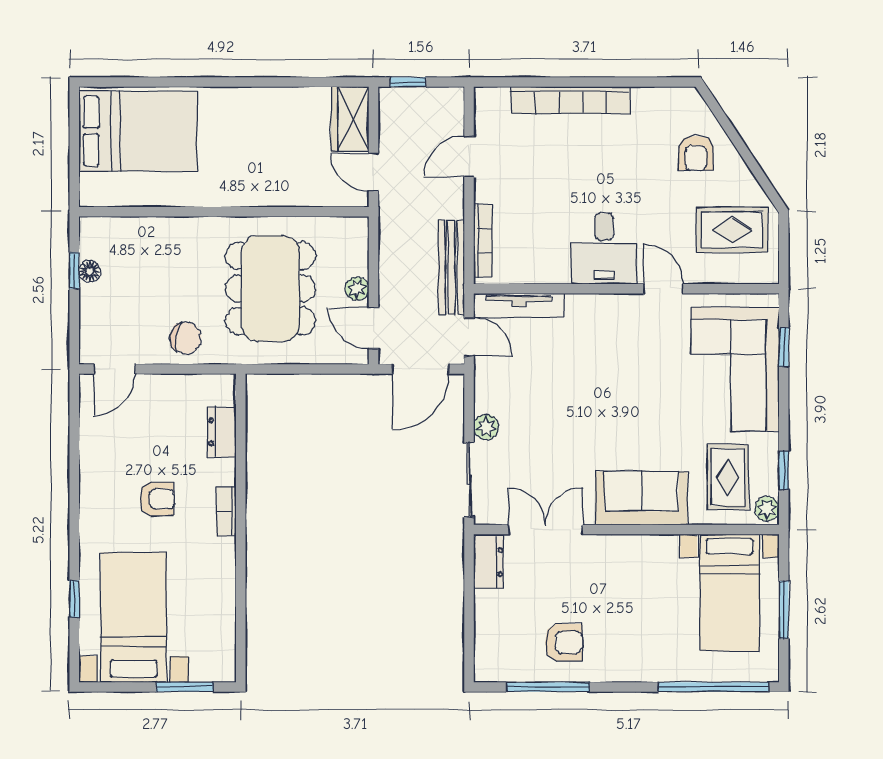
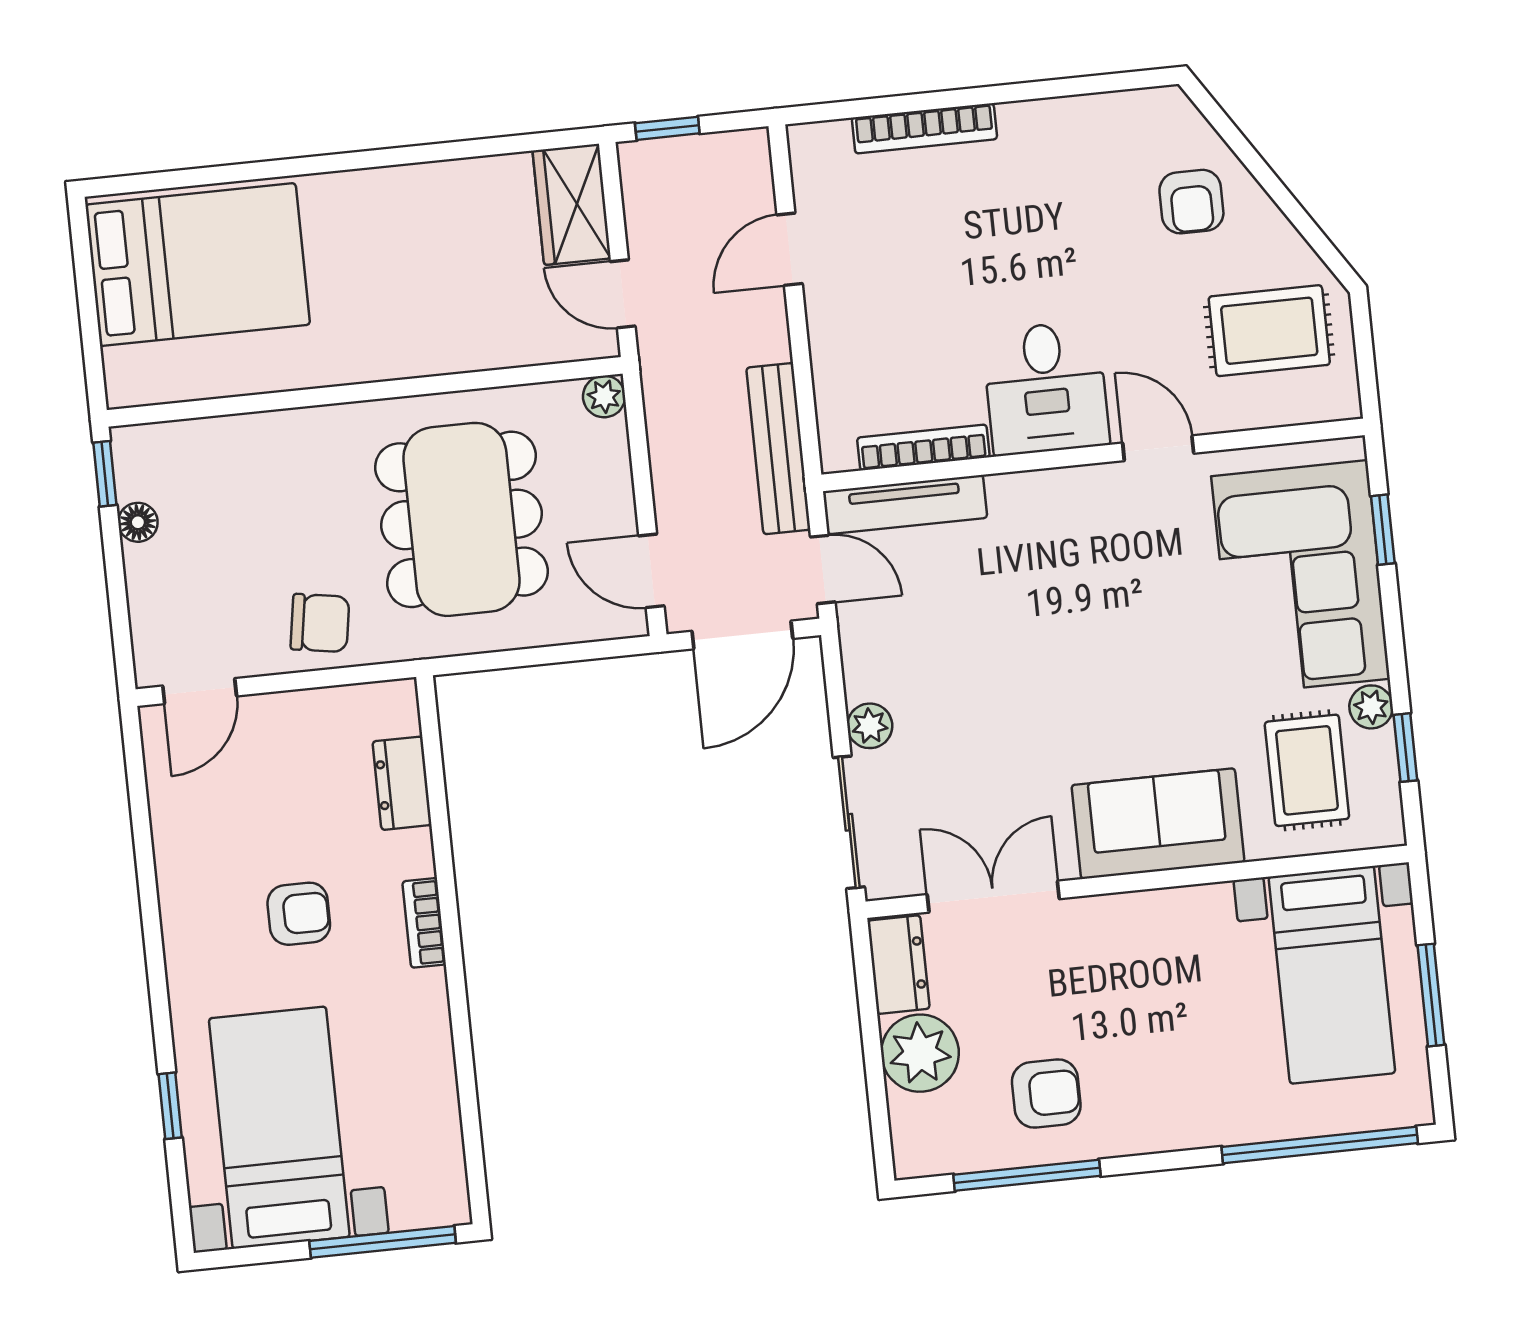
bookcase: (570, 100) -> (924, 128), width x0.68, depth x0.76
bookcase: (483, 241) -> (923, 447), moved, turned -90
window: (74, 271) -> (105, 474), moved
plant: (357, 289) -> (604, 396), moved
plant: (767, 509) -> (1371, 707), moved
plant: (495, 613) -> (920, 1053), added
window: (185, 687) -> (383, 1242), width x1.44

